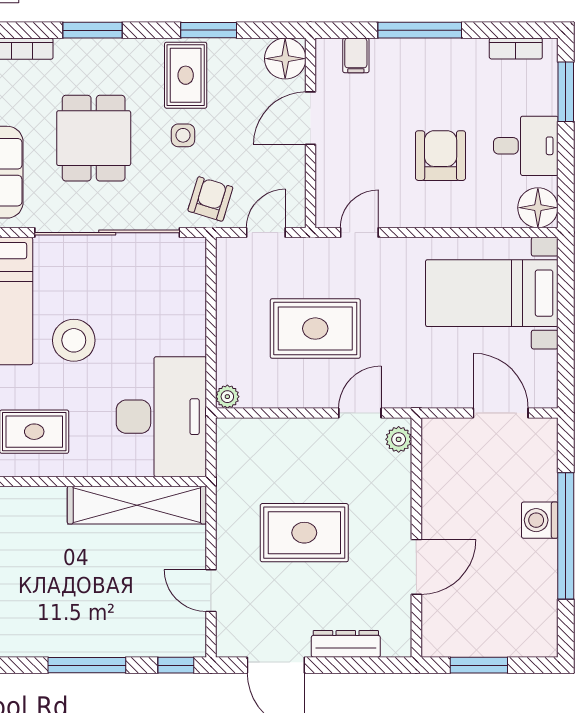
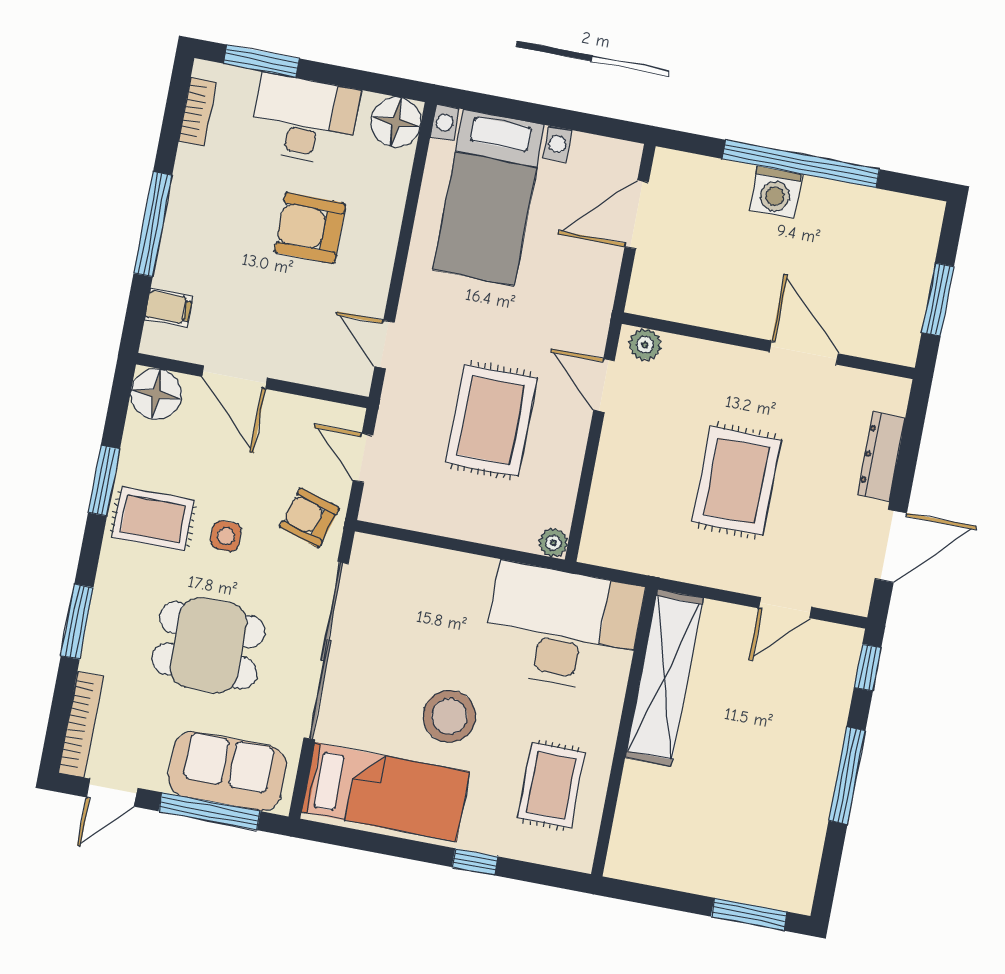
desk: (526, 146) -> (304, 120), width x1.37

